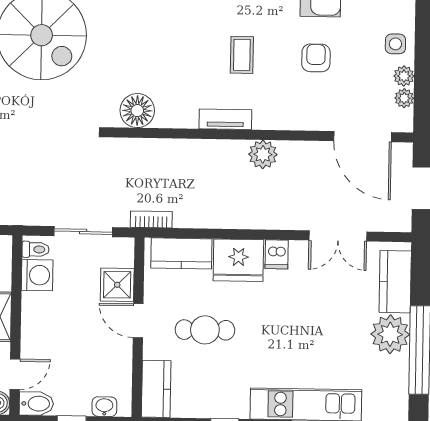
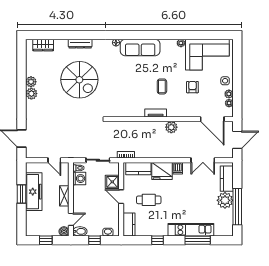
floor lamp: (137, 111) -> (119, 110), removed

